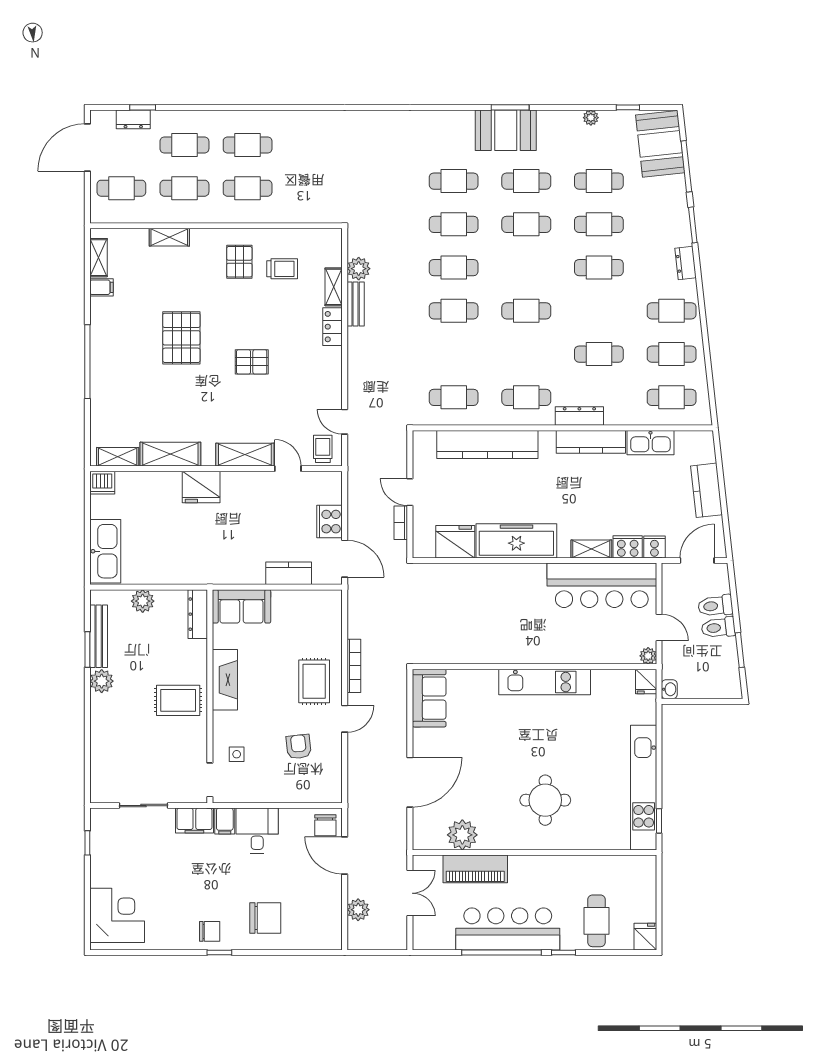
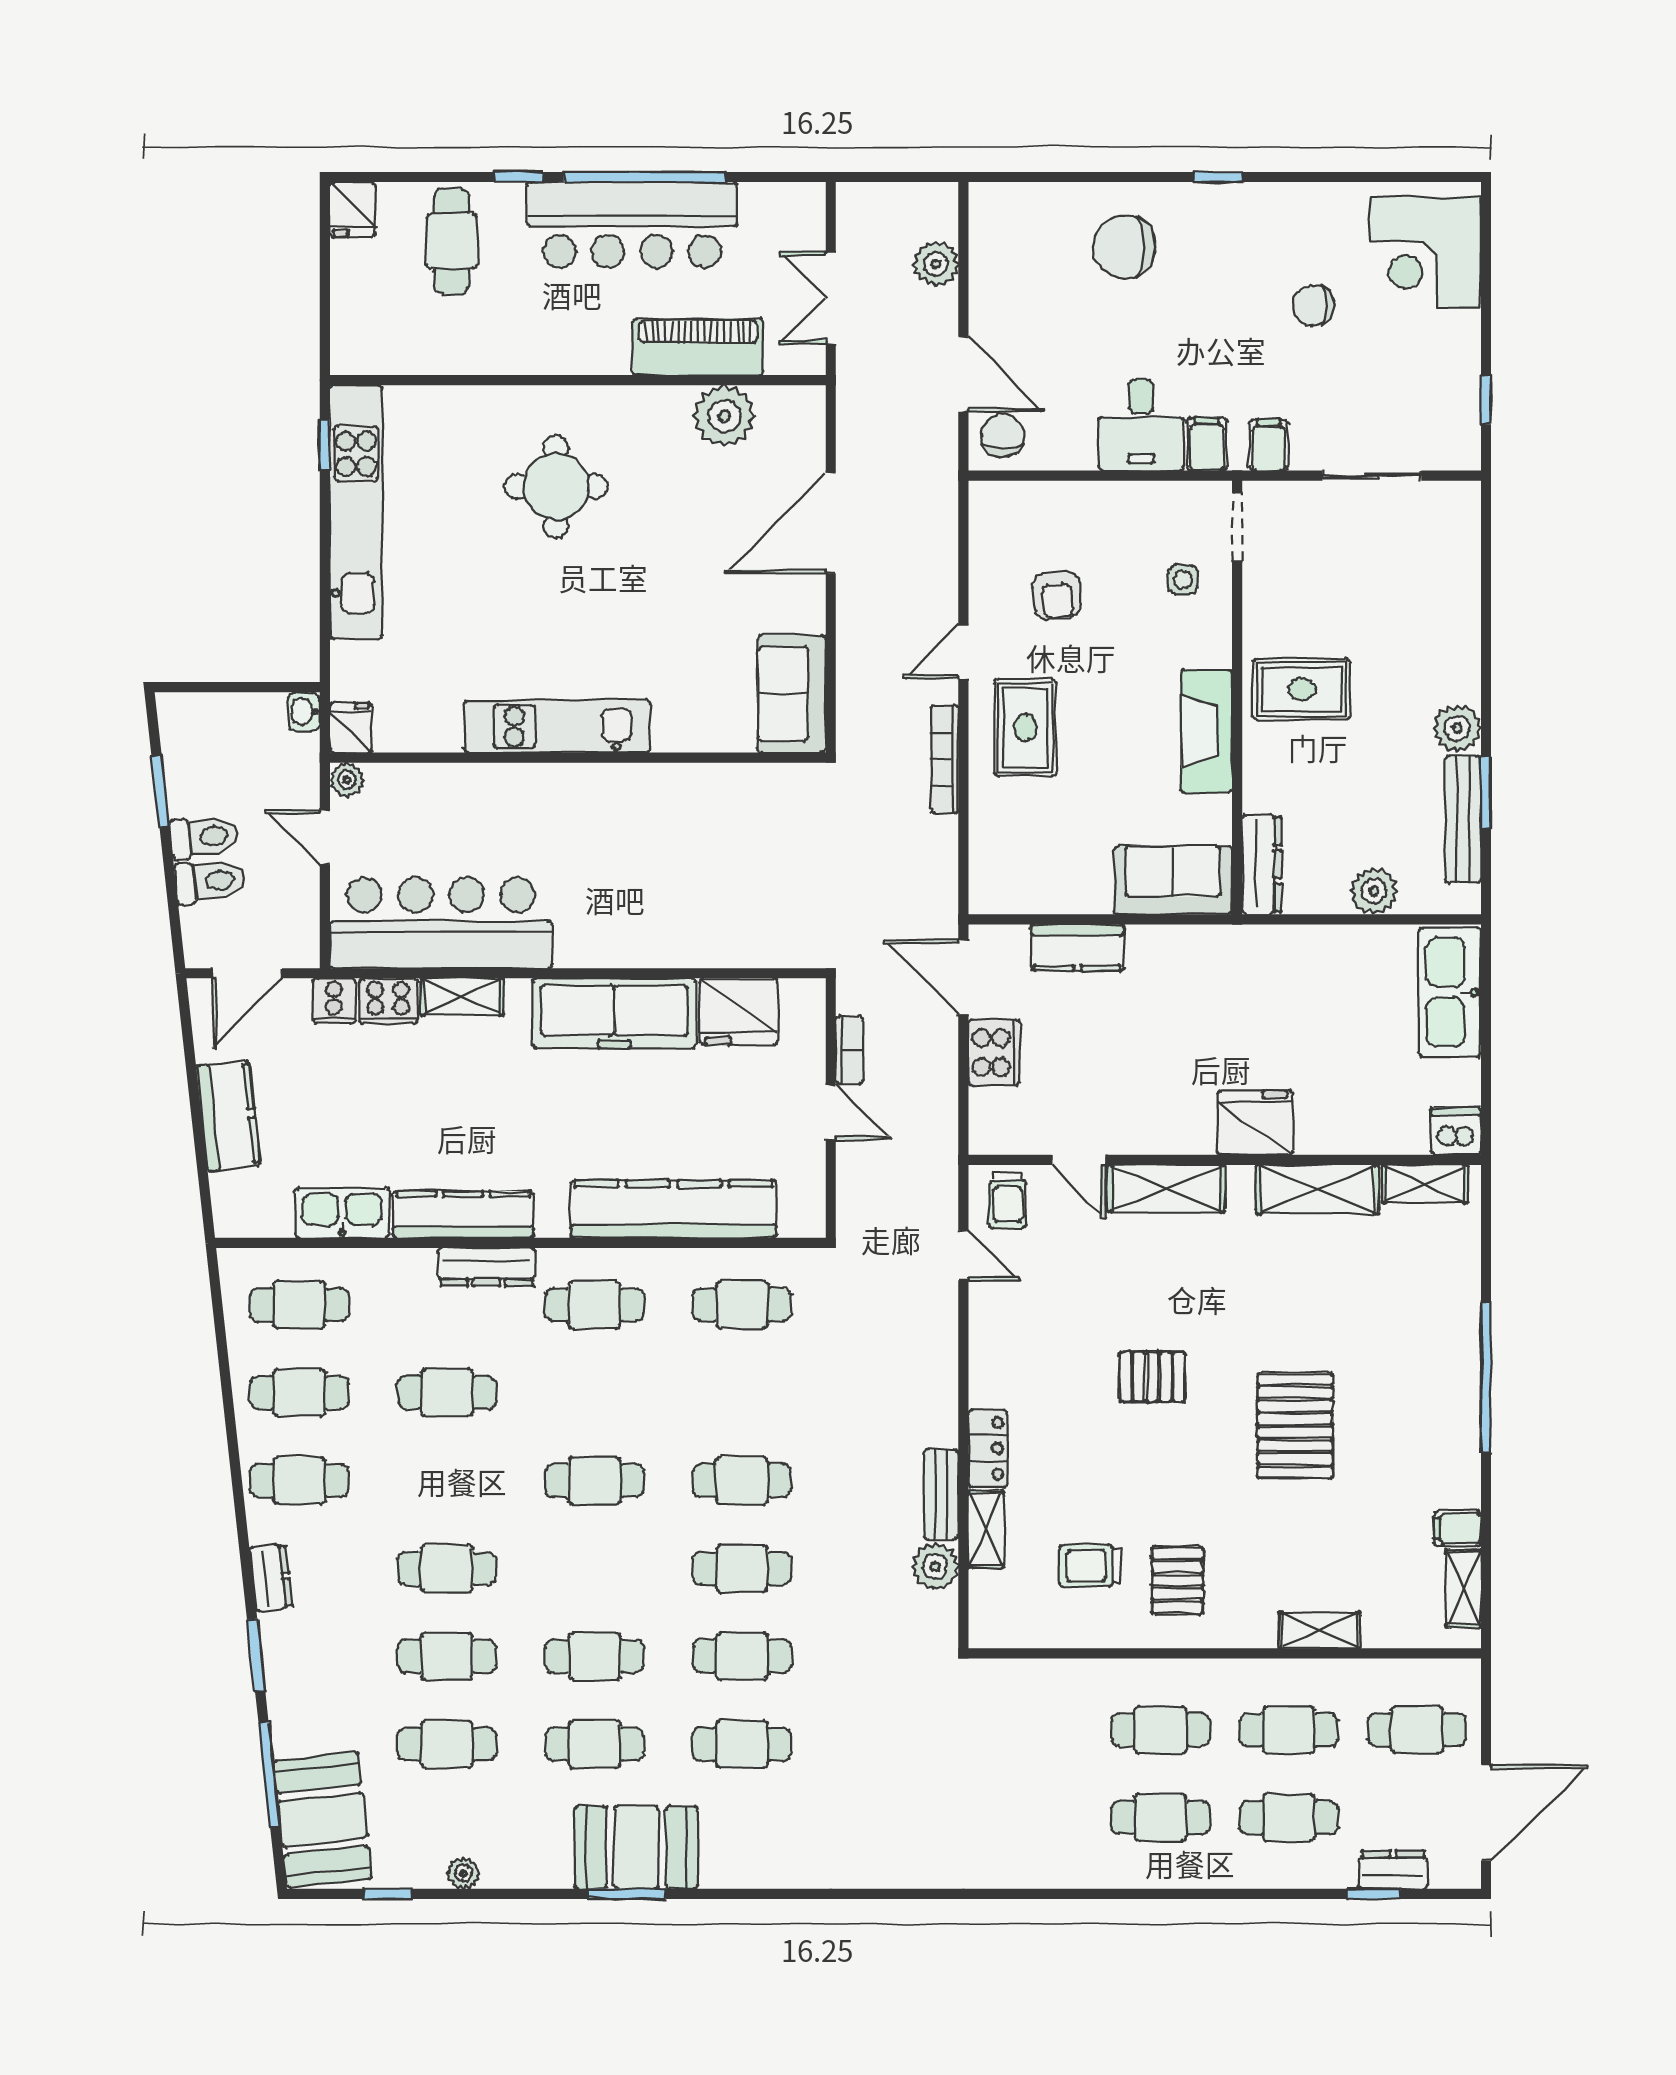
filing cabinet: (194, 821) -> (1269, 445), width x0.50
chair: (210, 931) -> (1313, 305), moved

